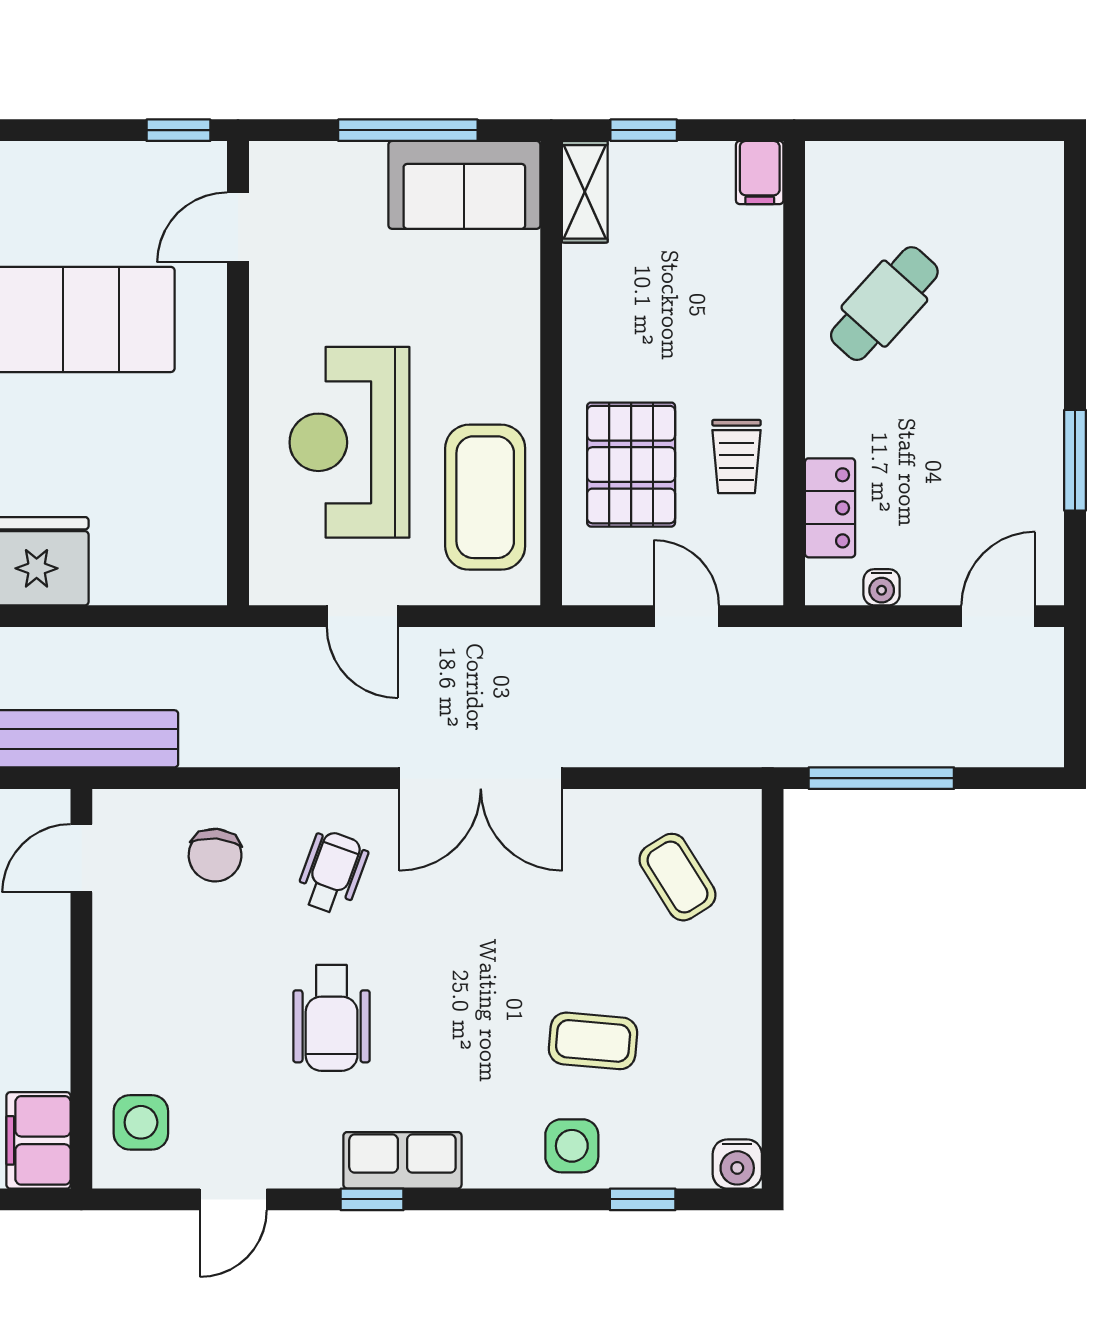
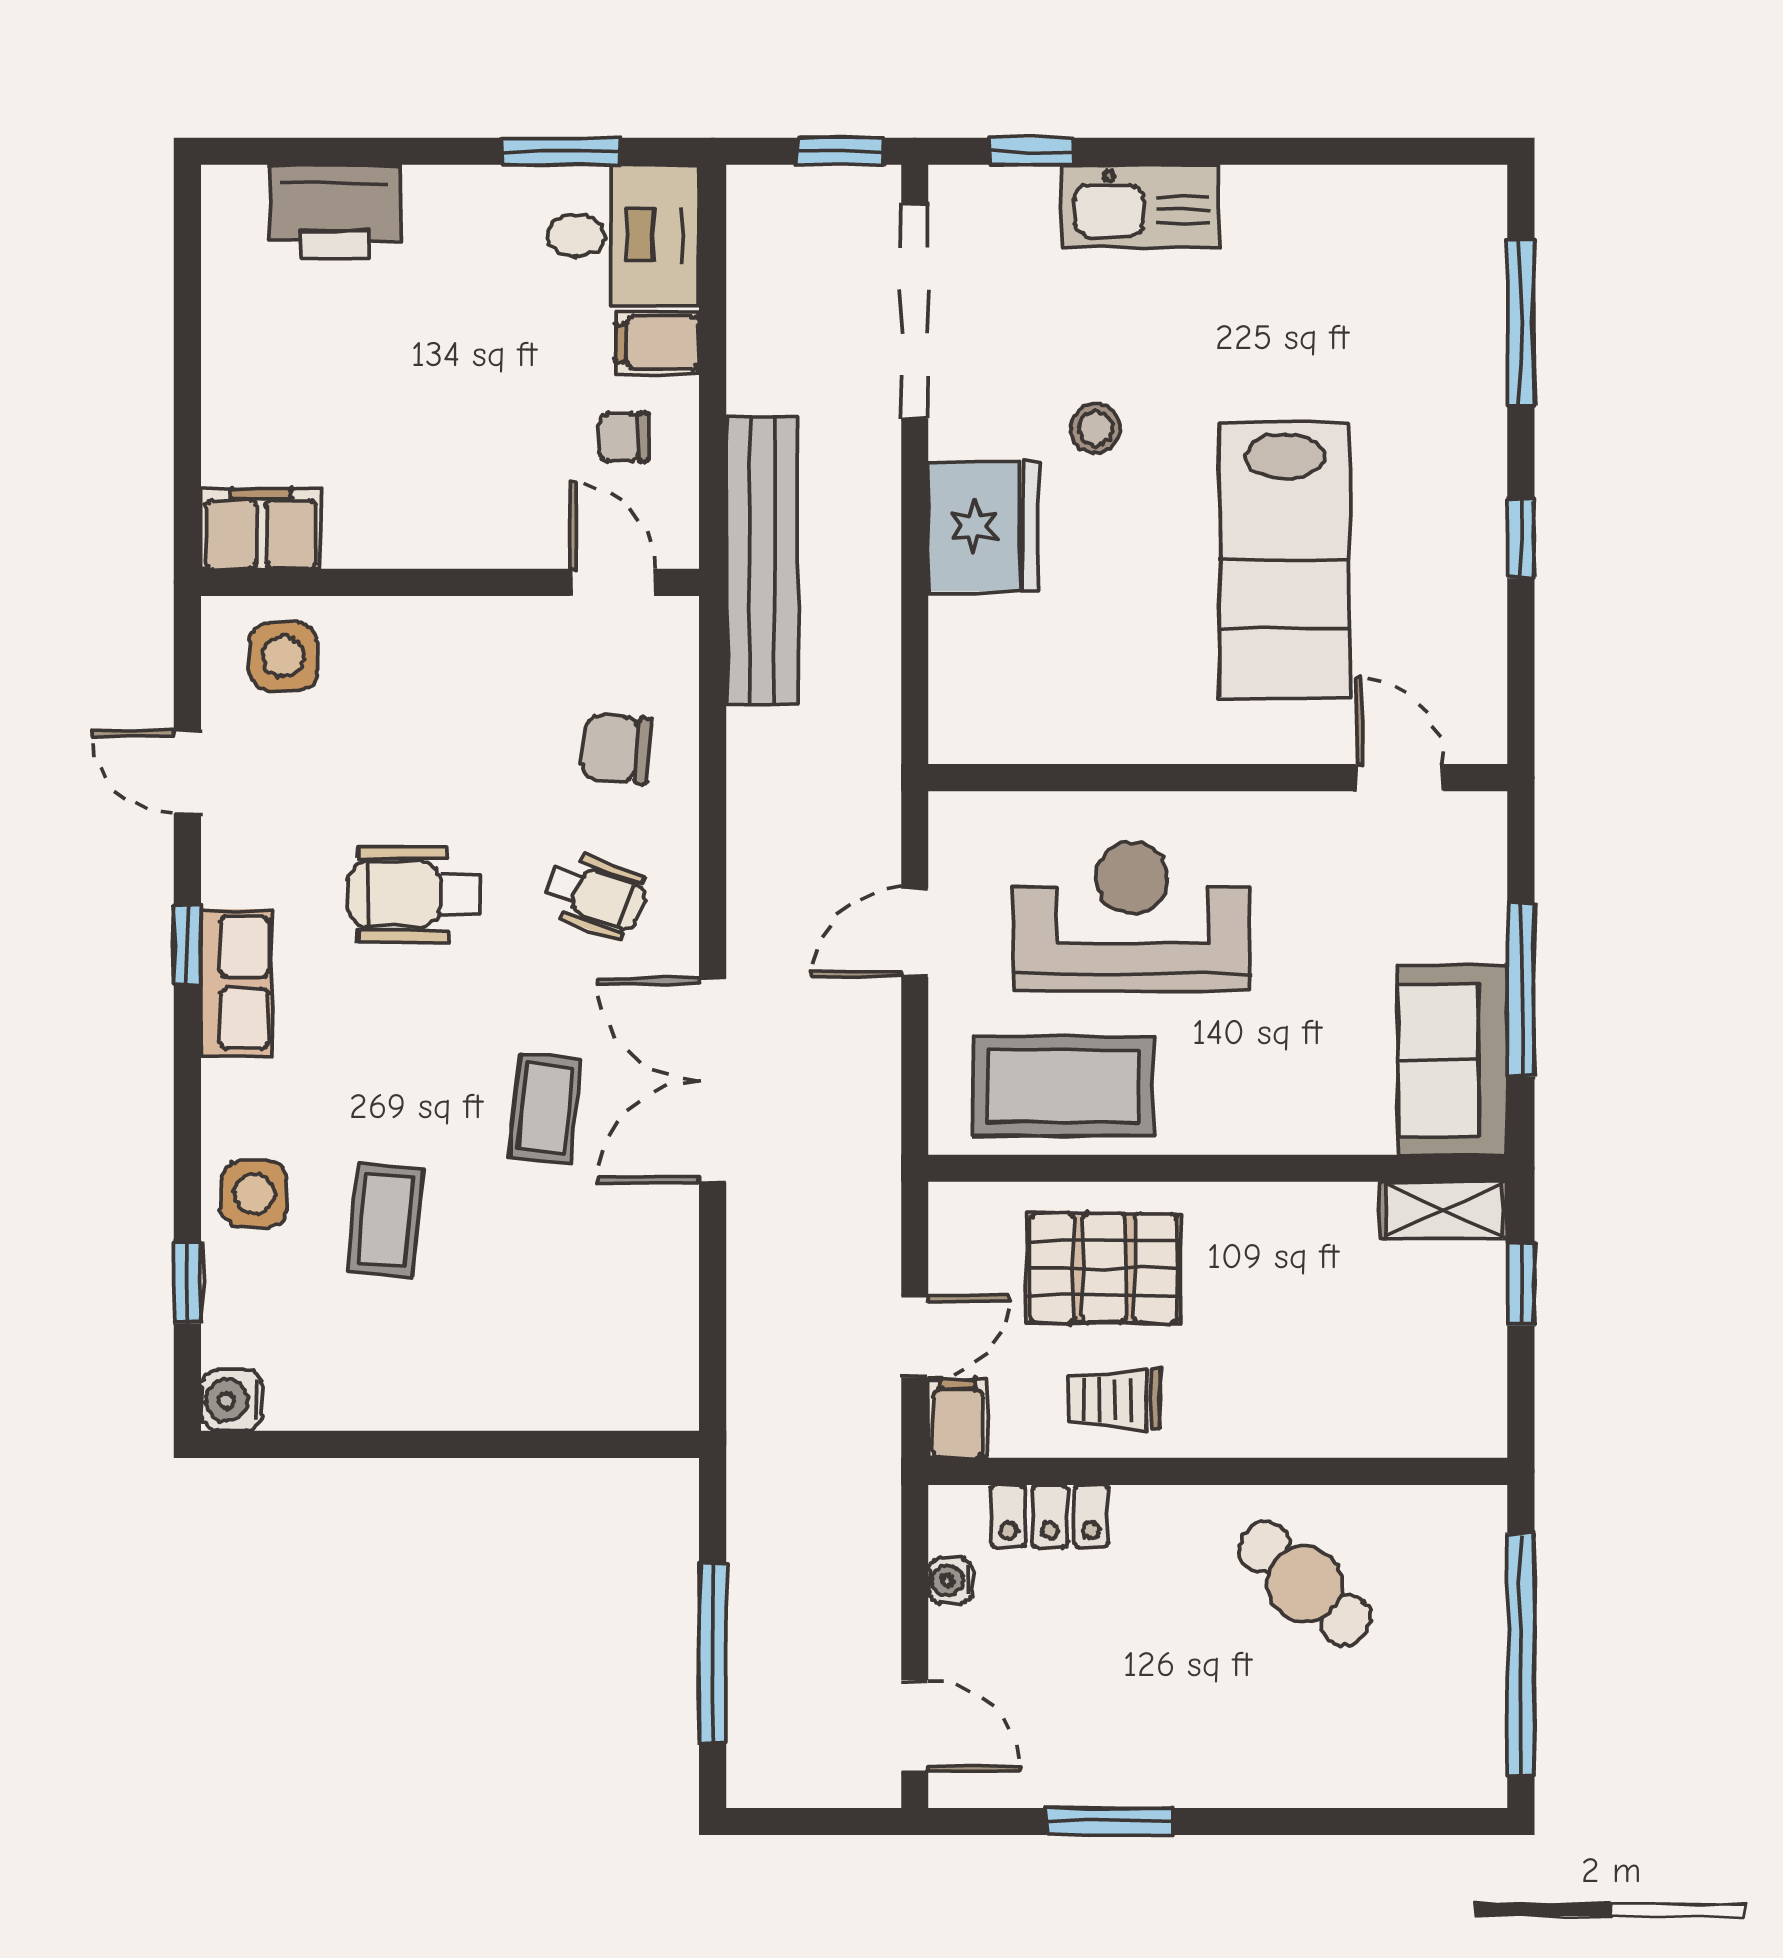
window: (178, 130) -> (1521, 538), moved
window: (941, 130) -> (1521, 1654), added
filing cabinet: (760, 173) -> (958, 1418), moved, turned 90
window: (881, 778) -> (713, 1653), moved
coffee table: (677, 877) -> (545, 1108), moved, turned -52

